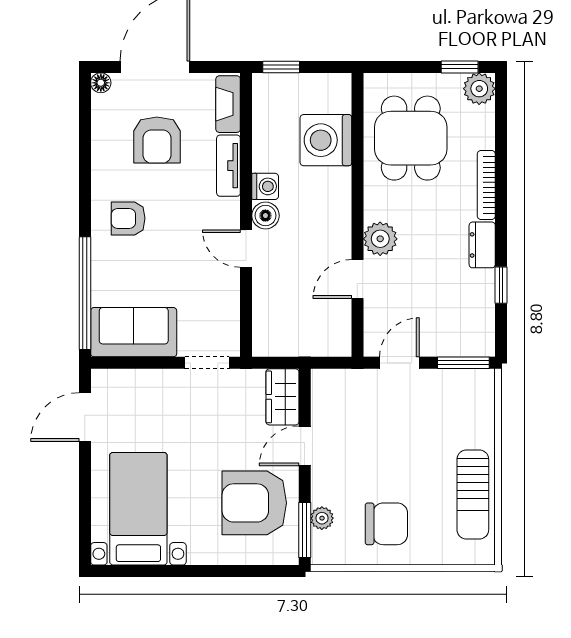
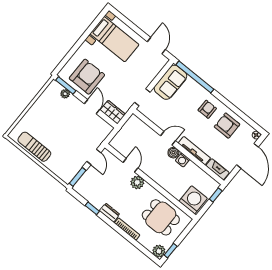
armchair: (157, 140) -> (227, 126), moved
washing machine: (326, 140) -> (193, 200), moved
tv unit: (228, 166) -> (194, 151), width x1.41
chair: (386, 524) -> (47, 112), removed

